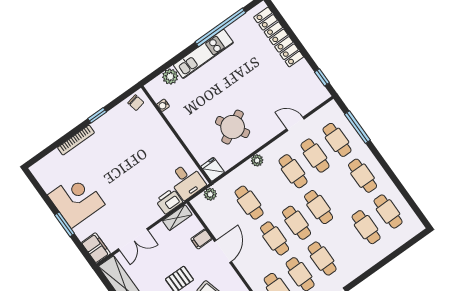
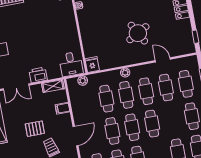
round table: (233, 127) -> (138, 33), moved
cafe table: (271, 187) -> (126, 95), added
printer: (169, 201) -> (38, 75), moved
door: (223, 251) -> (76, 136), moved

